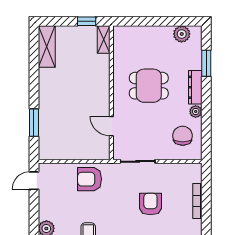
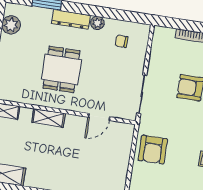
shelving: (103, 81) -> (48, 118), added
chair: (183, 136) -> (122, 41), width x0.54, depth x0.54

